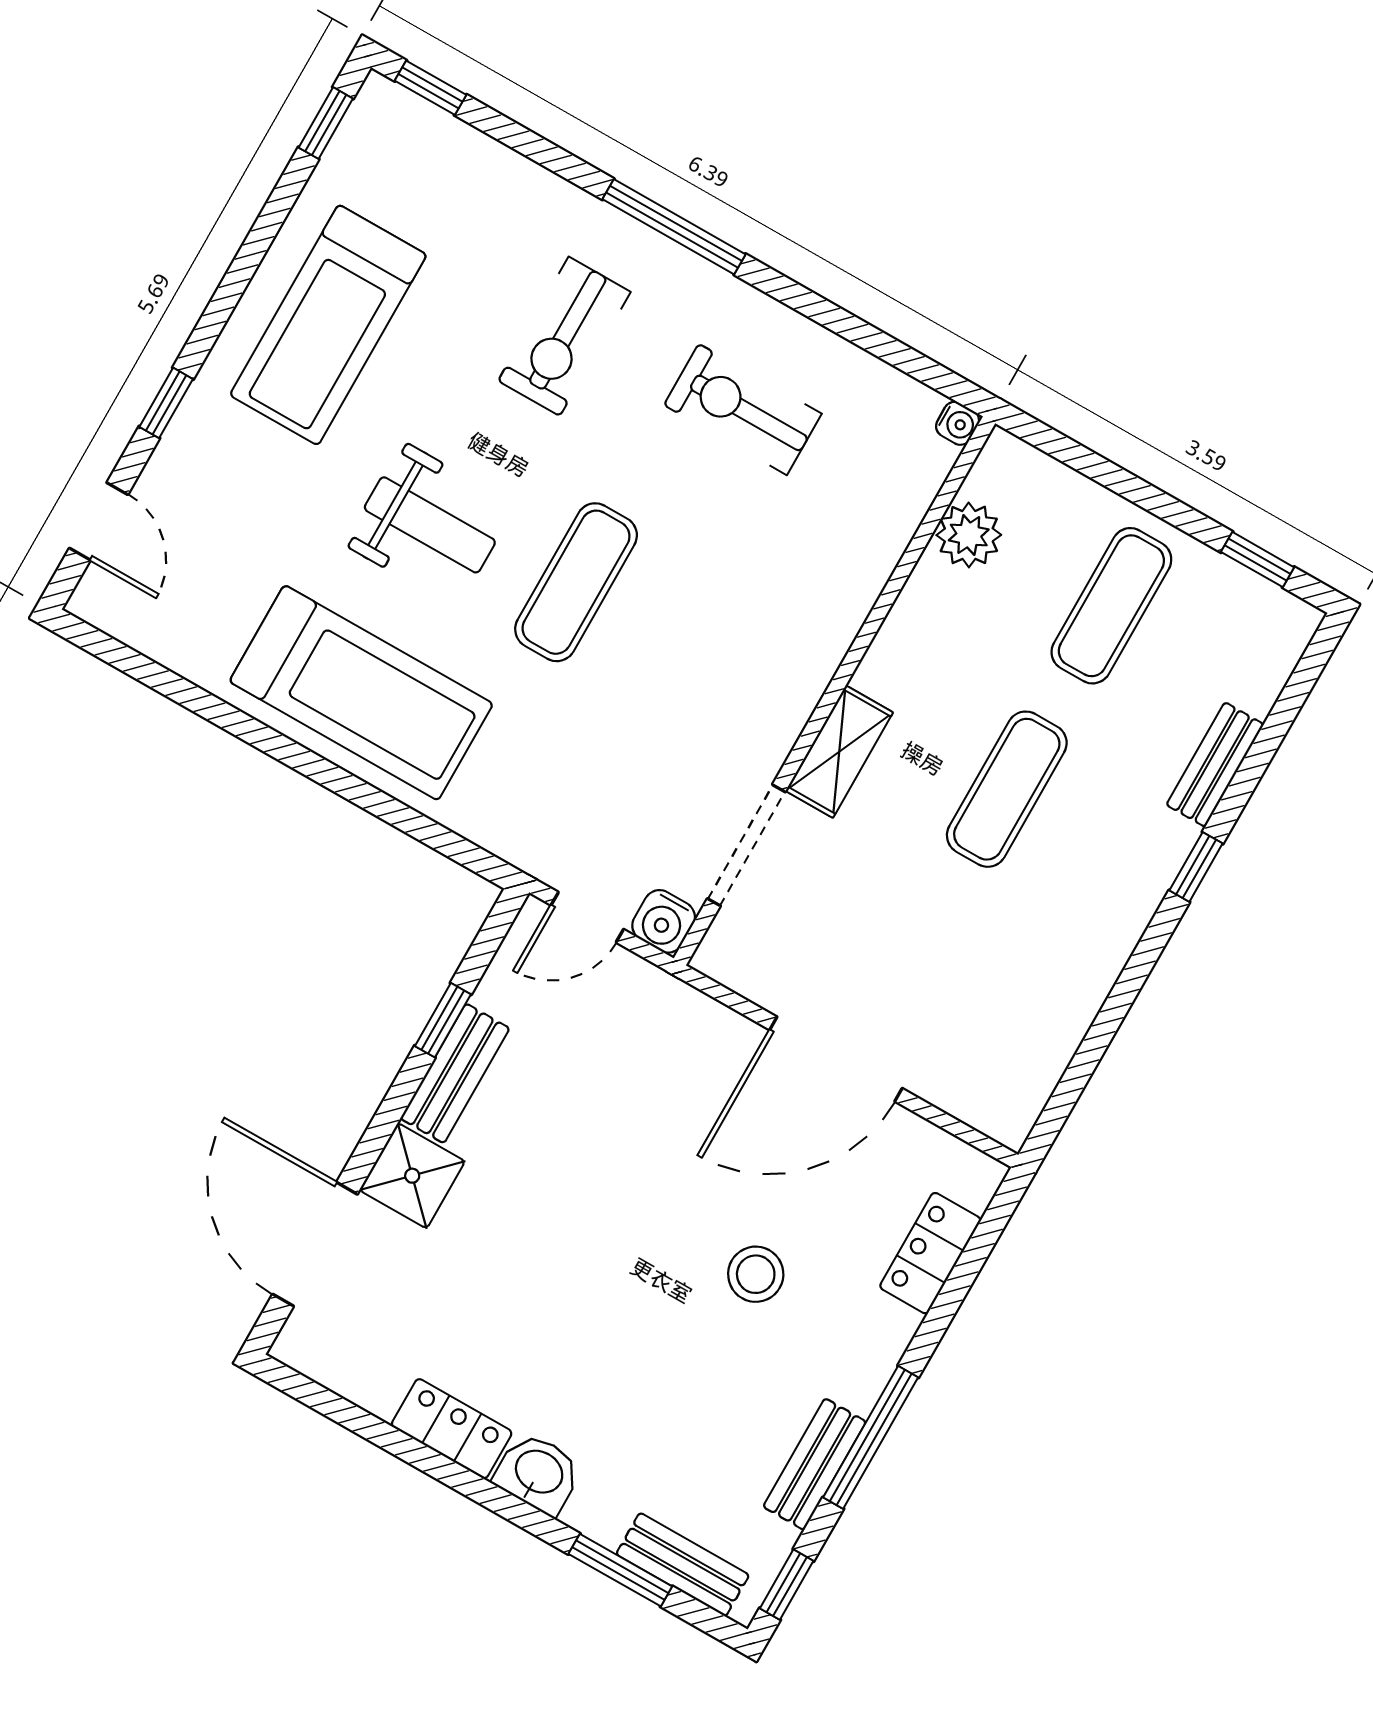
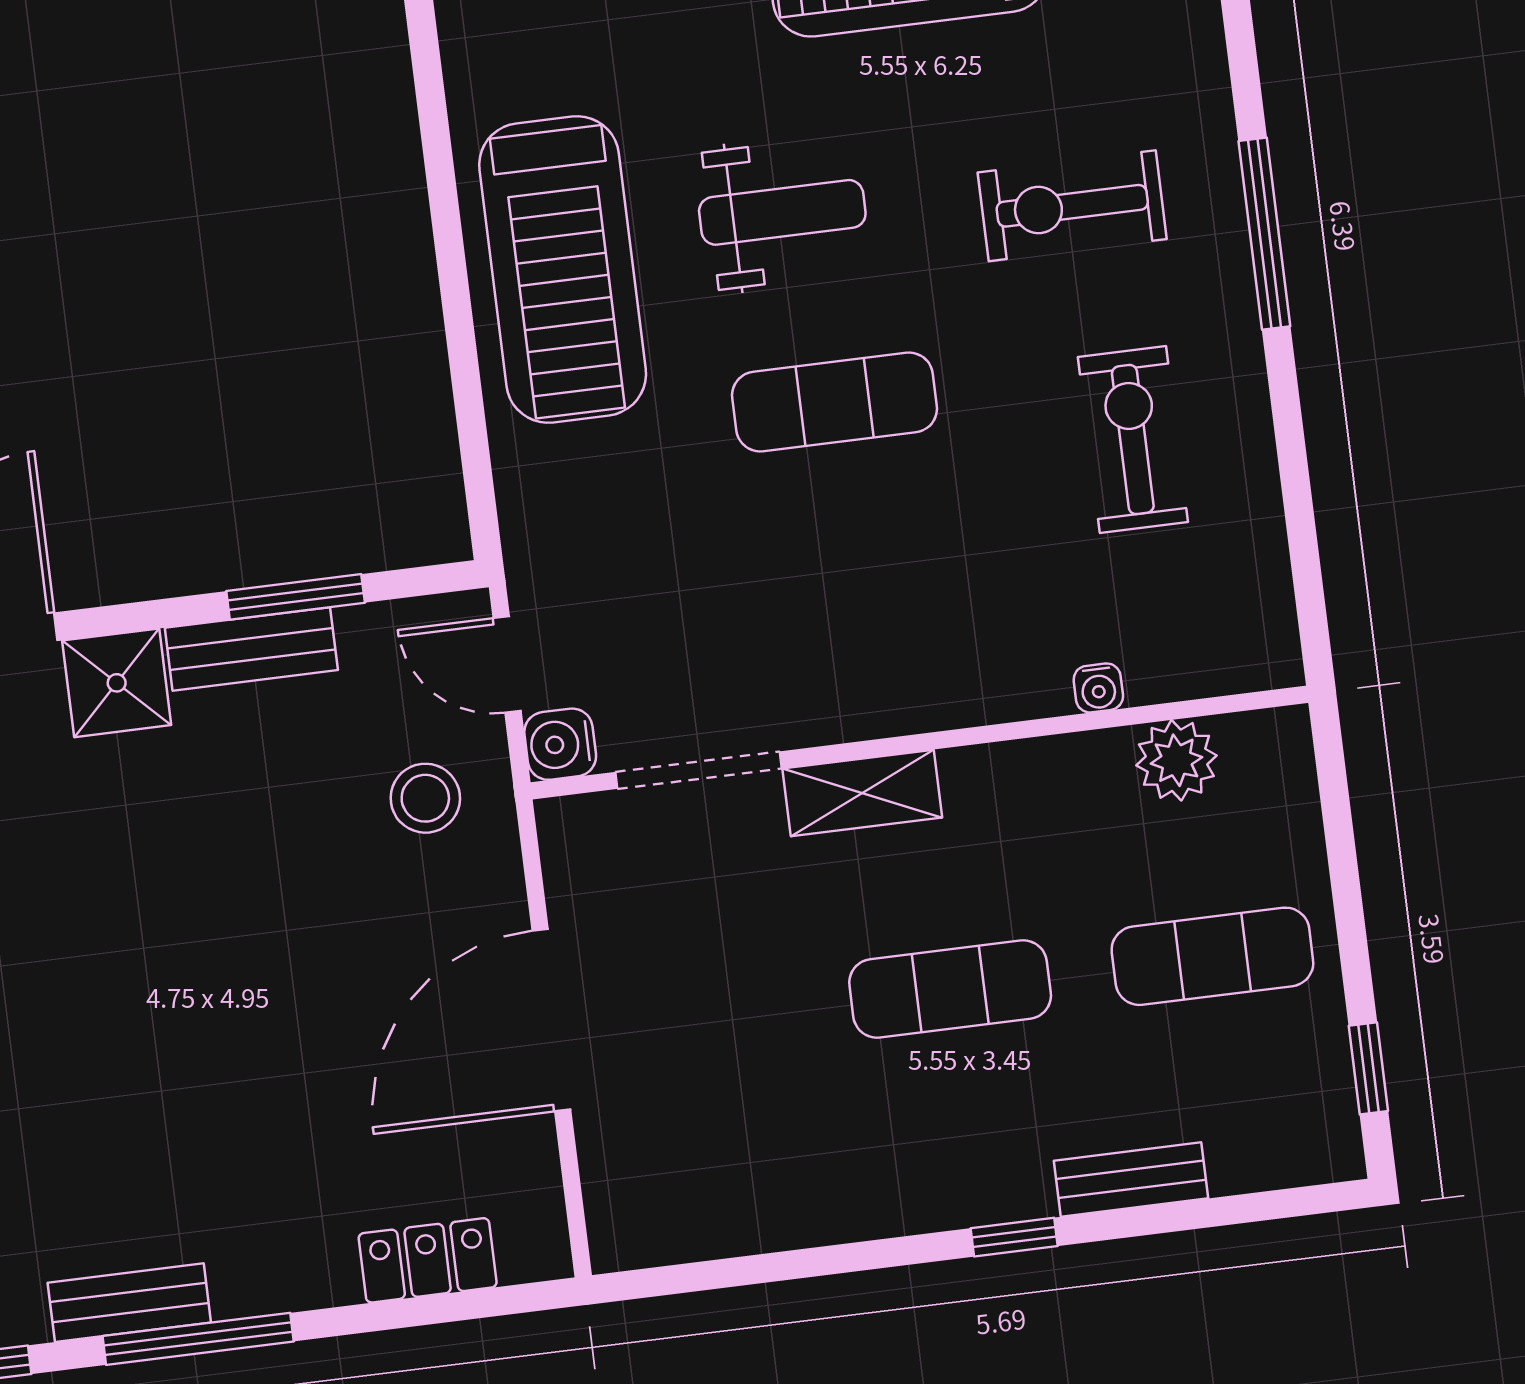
water cooler: (958, 423) -> (1098, 688), moved
weight bench: (430, 525) -> (782, 212), turned -90
window: (443, 1020) -> (296, 597), width x1.50
door: (836, 1059) -> (551, 1020), hinge flipped
stool: (756, 1274) -> (425, 798), moved

